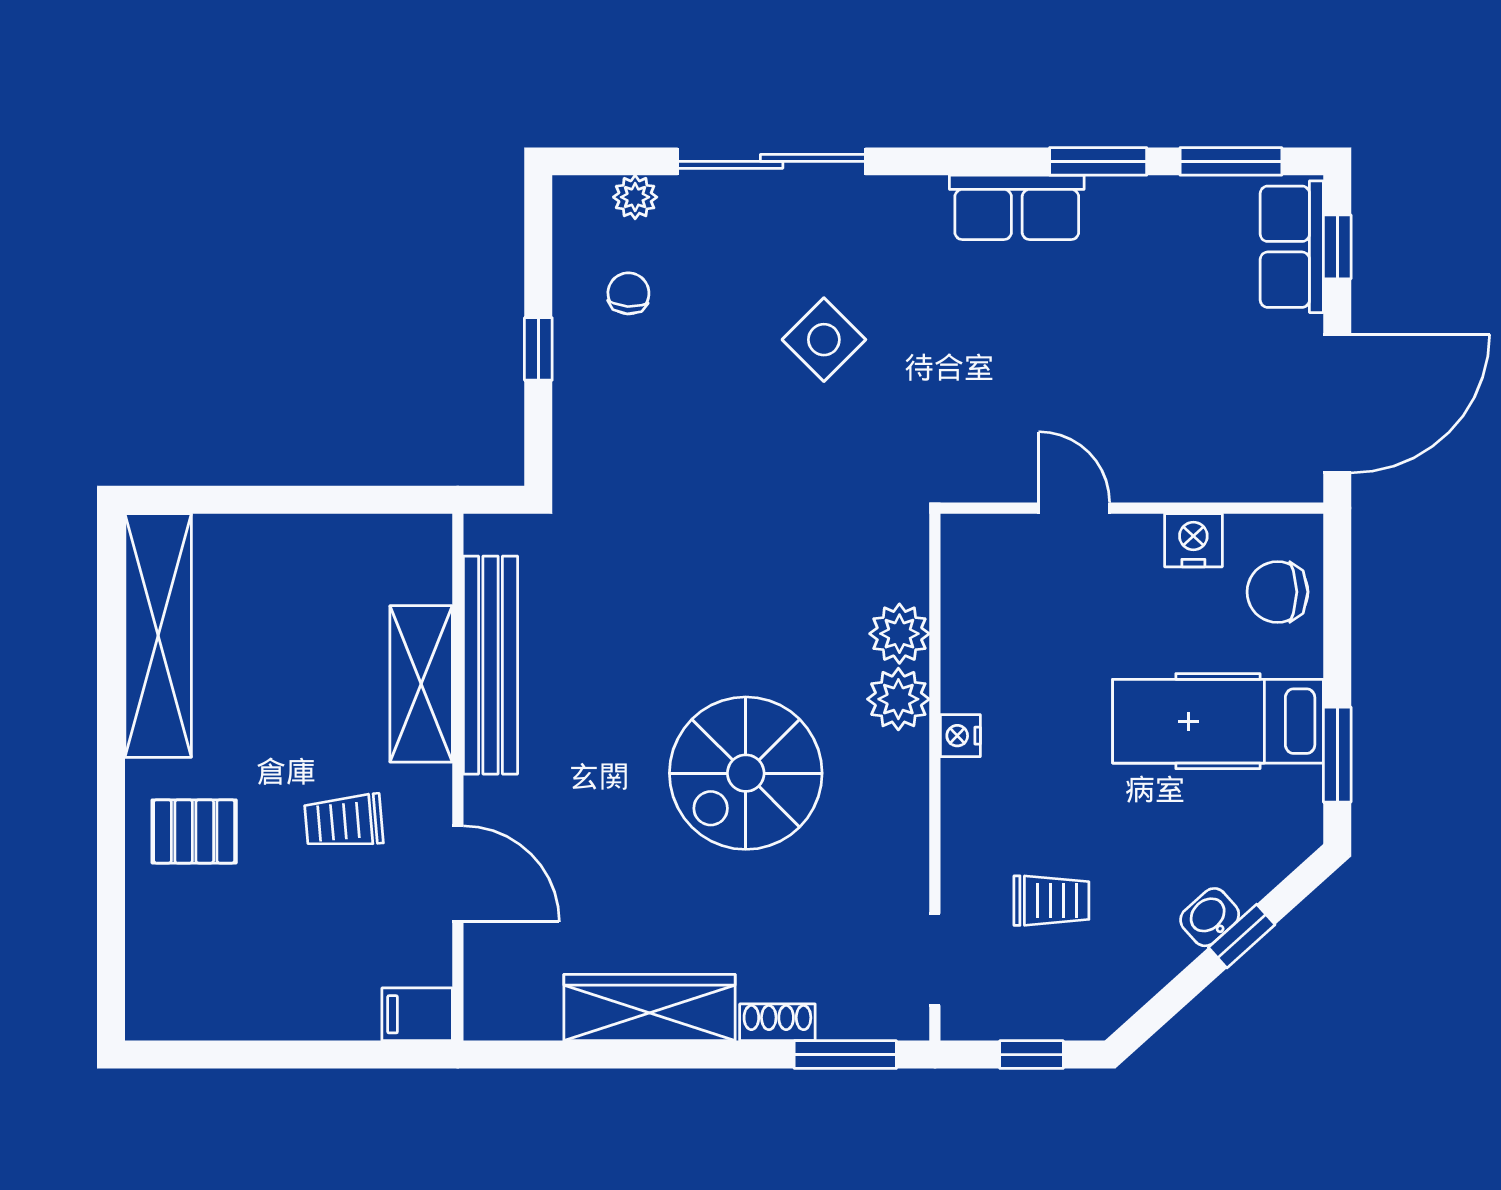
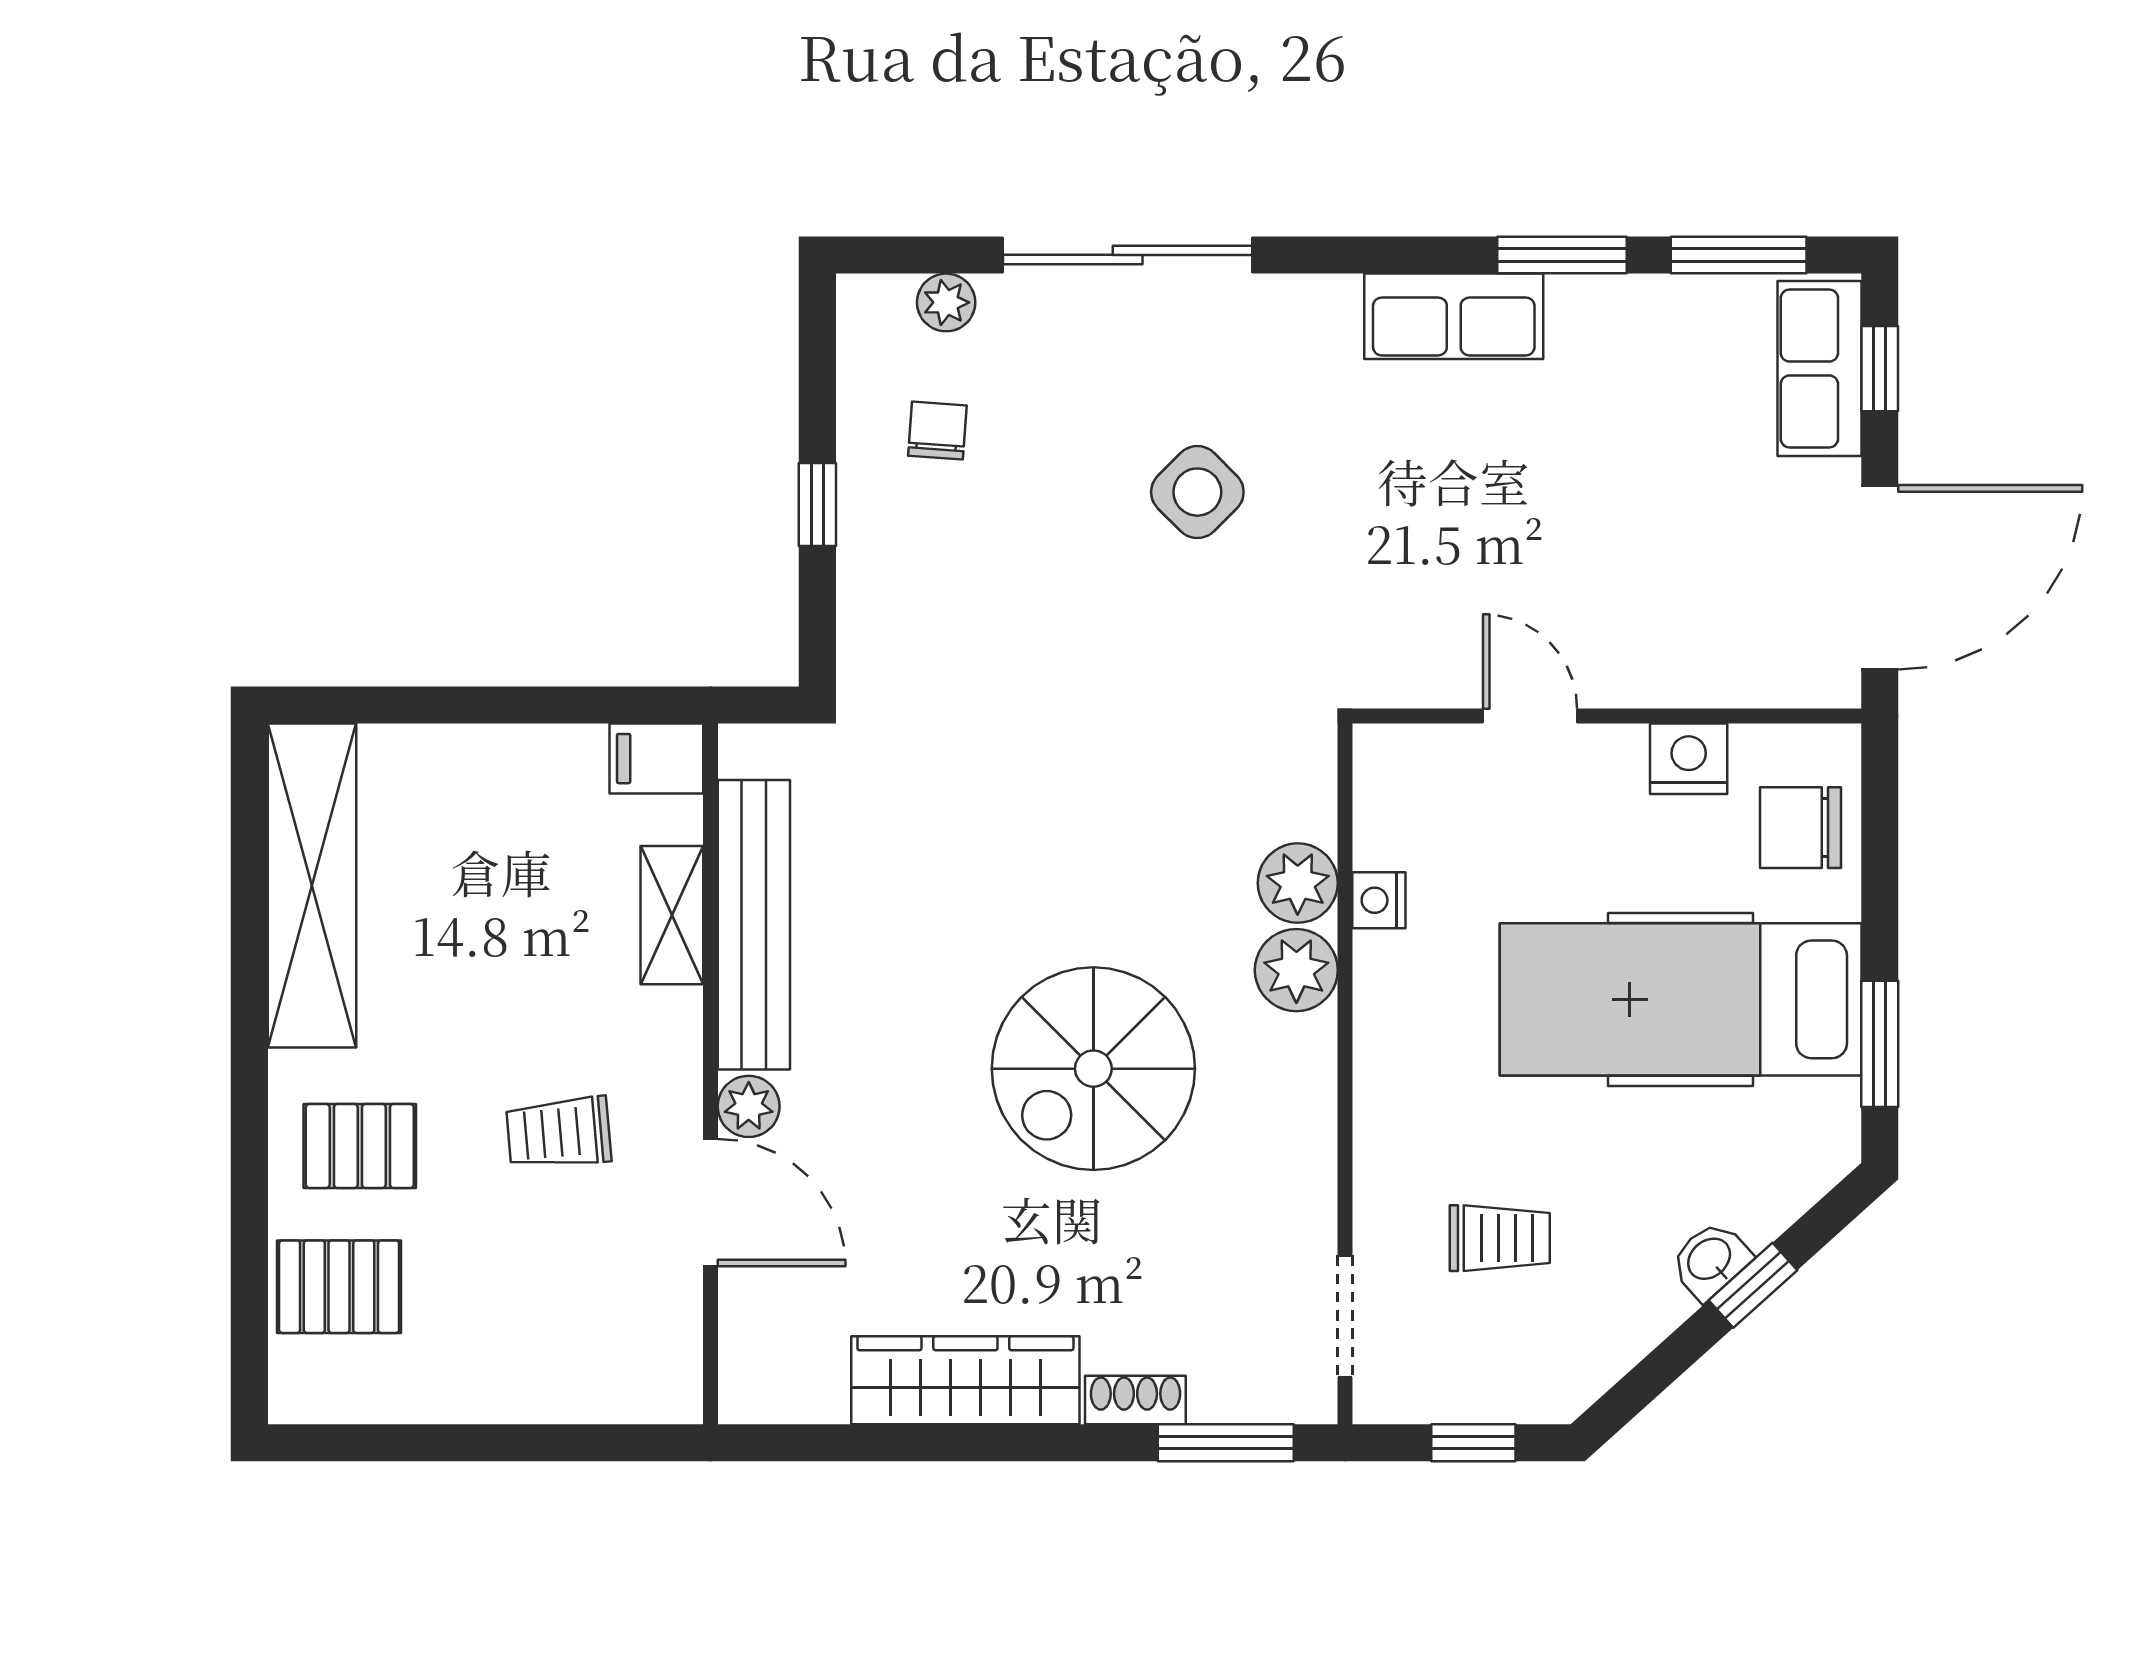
shelving: (421, 684) -> (672, 915), width x0.67, depth x0.75
hospital bed: (1218, 721) -> (1681, 999), width x1.37, depth x1.29
nightstand: (960, 736) -> (1379, 900), moved
plant: (487, 802) -> (749, 1106), added
pallet: (179, 937) -> (339, 1287), added
filing cabinet: (417, 1014) -> (656, 759), moved

